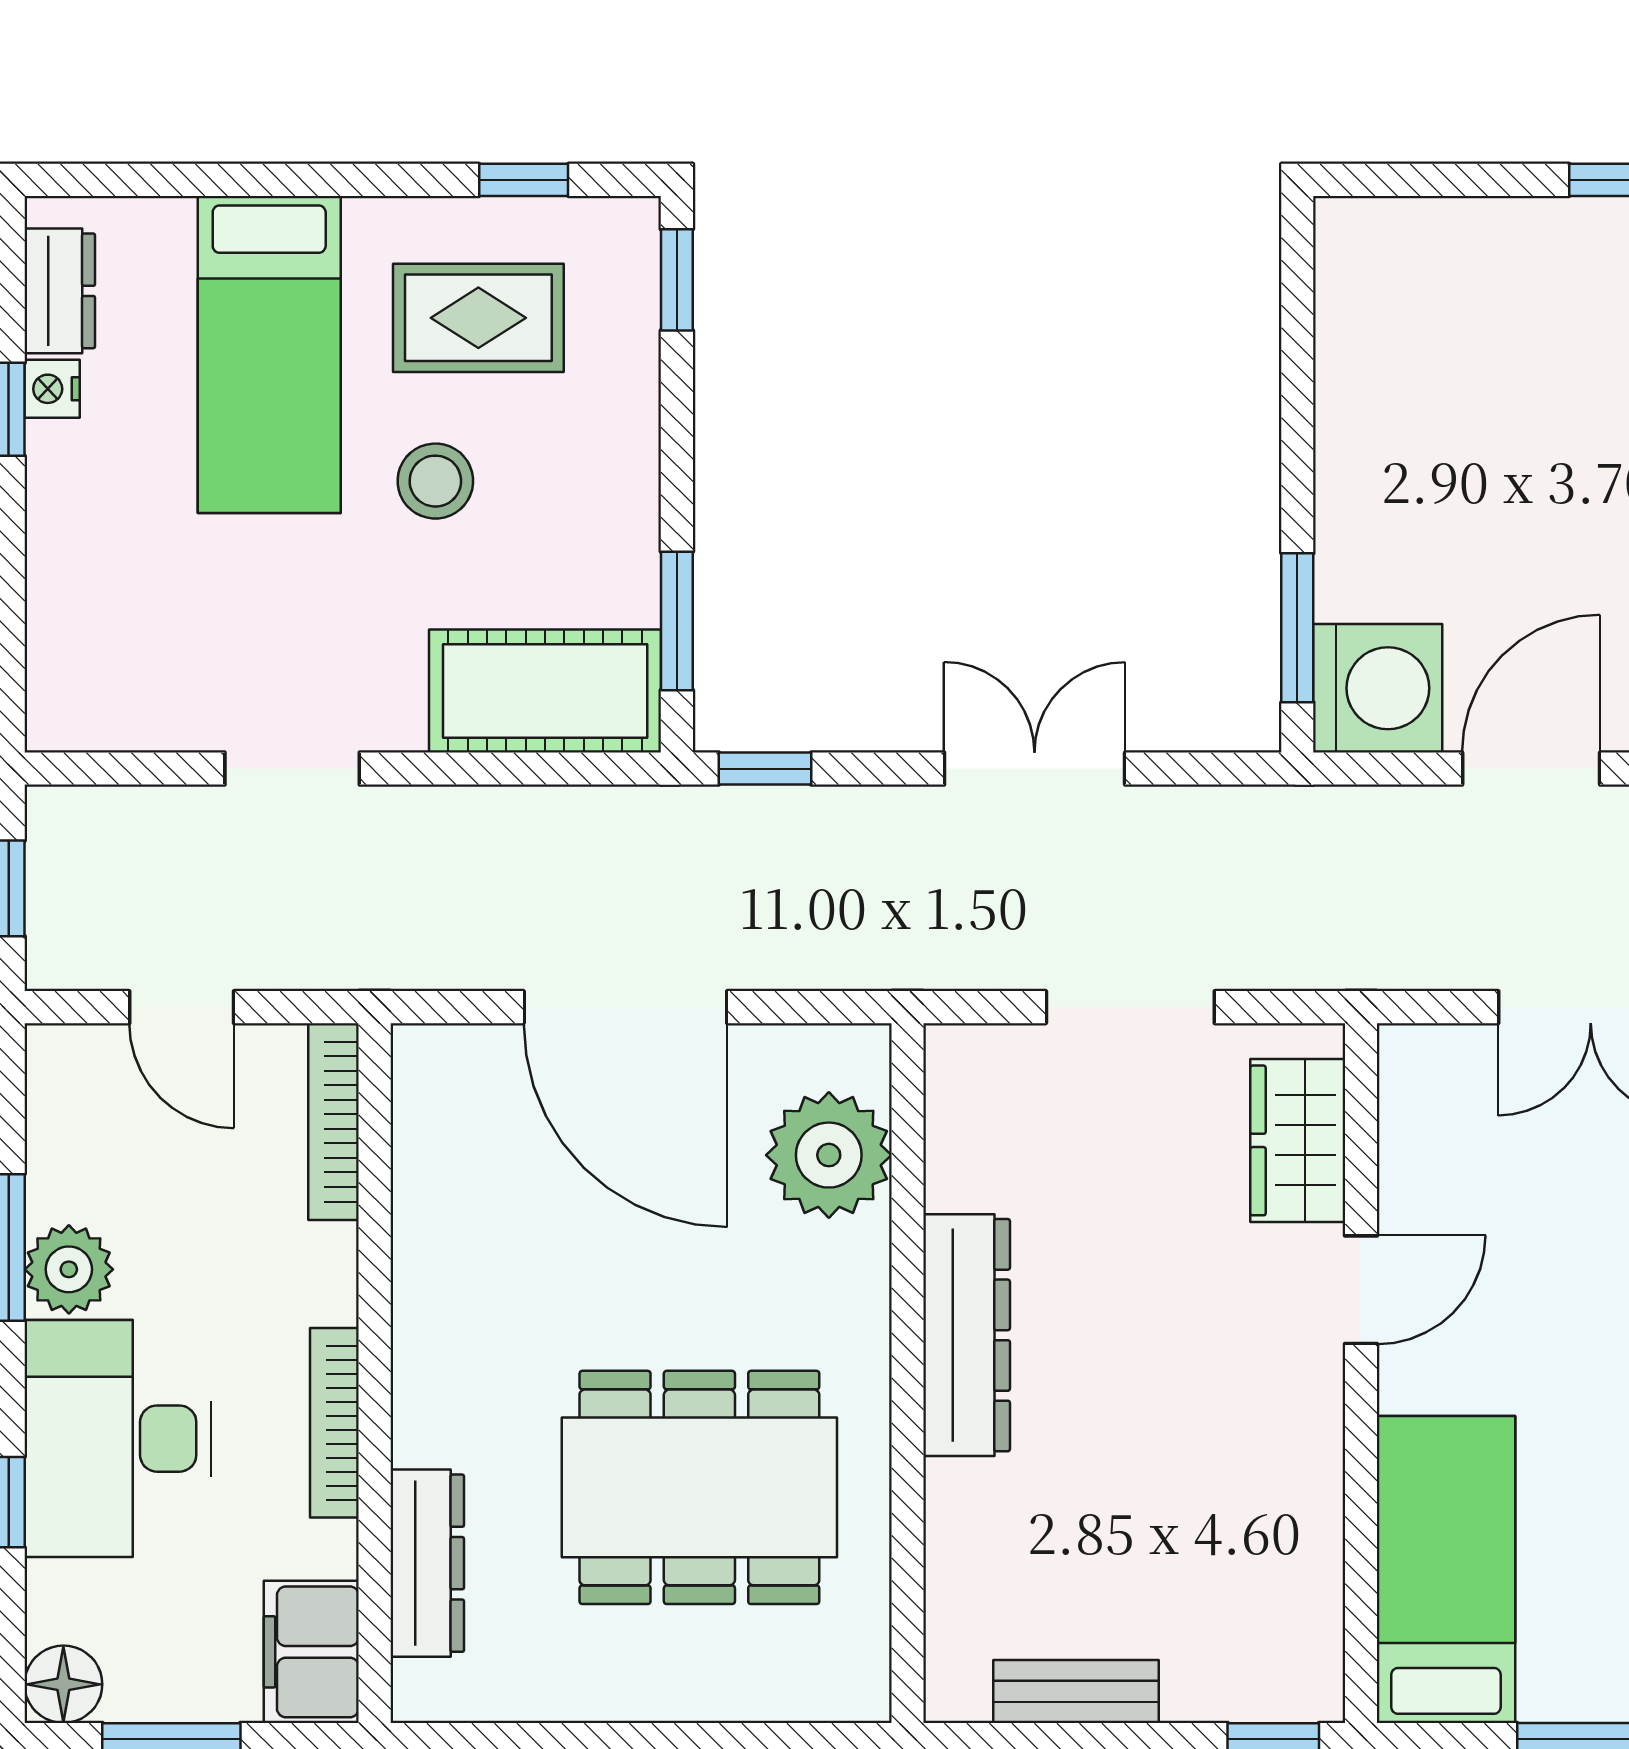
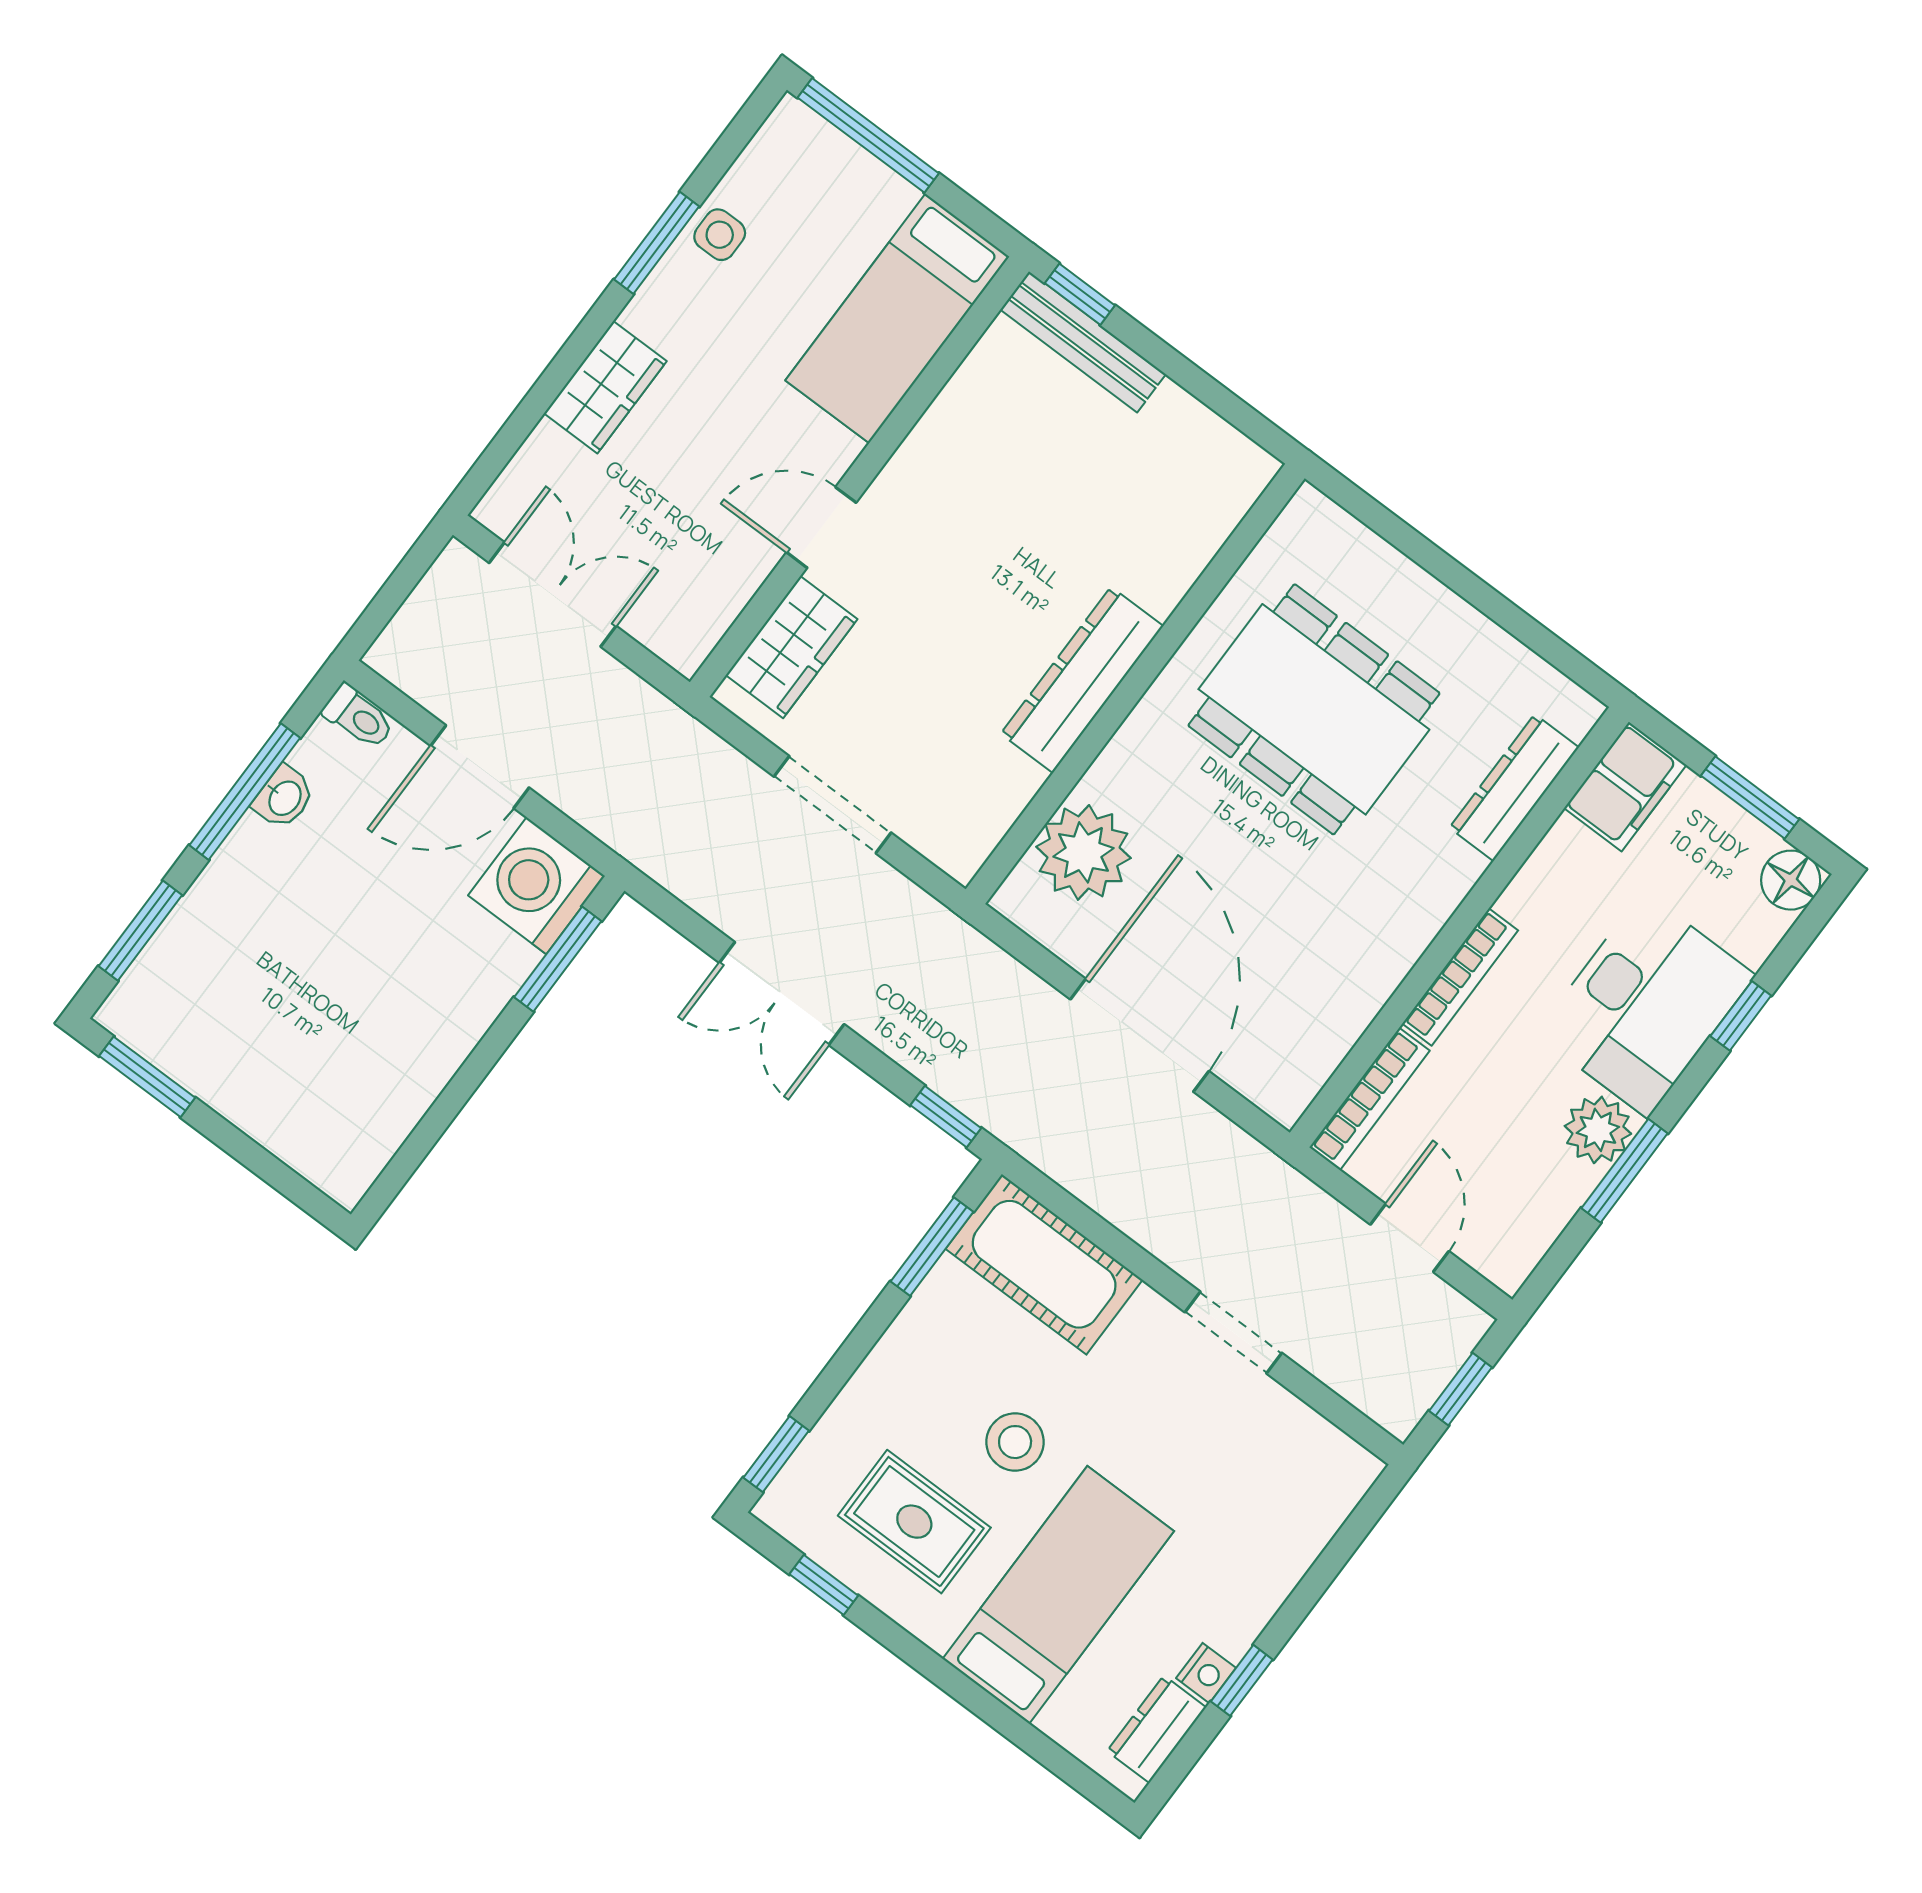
bookcase: (334, 1423) -> (1460, 977), moved
bench: (1076, 1692) -> (1083, 342), moved, width x1.36

